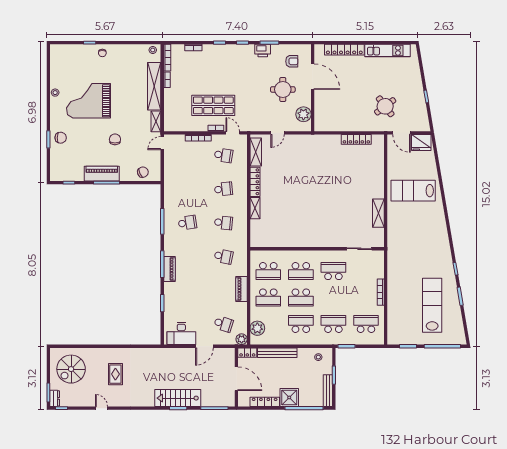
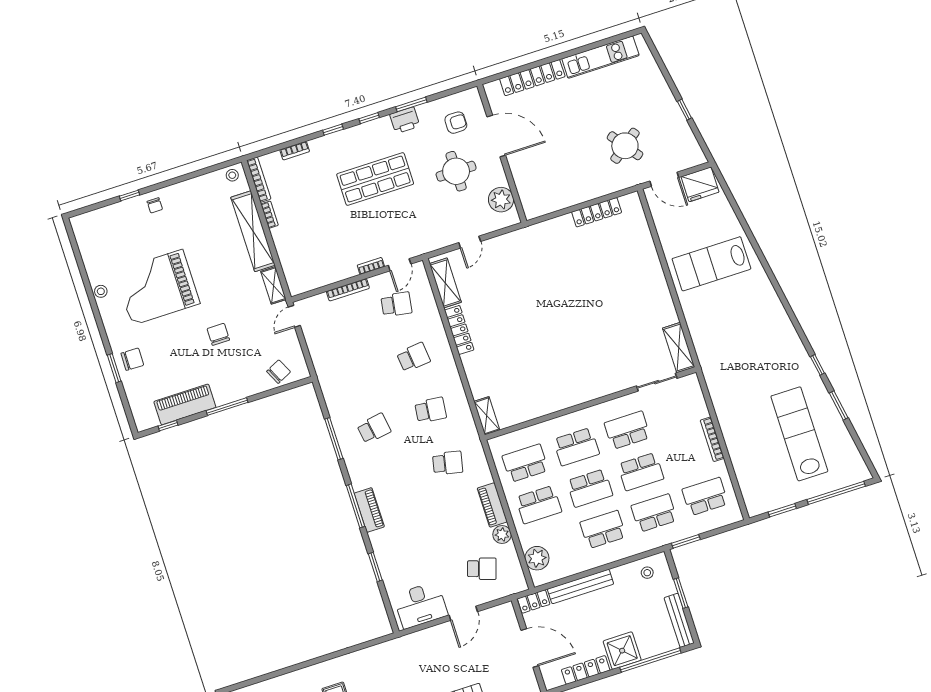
shop shelf: (213, 105) -> (375, 179), moved
door: (233, 133) -> (400, 265), swing flipped
piano: (102, 174) -> (185, 404), moved
shelving: (255, 208) -> (487, 416), moved
shelving: (378, 213) -> (679, 348), moved
school desk: (268, 271) -> (525, 463), turned 180
school desk: (333, 297) -> (641, 472), added
plant: (242, 339) -> (502, 535), moved

